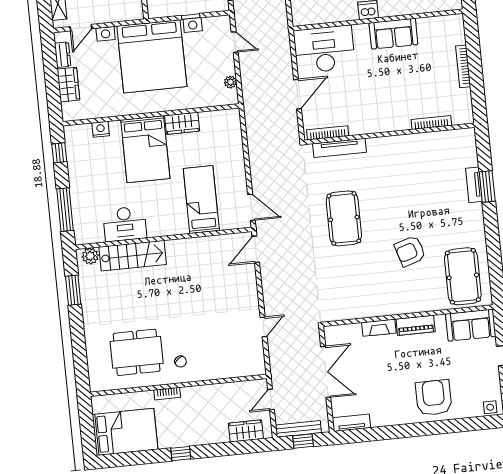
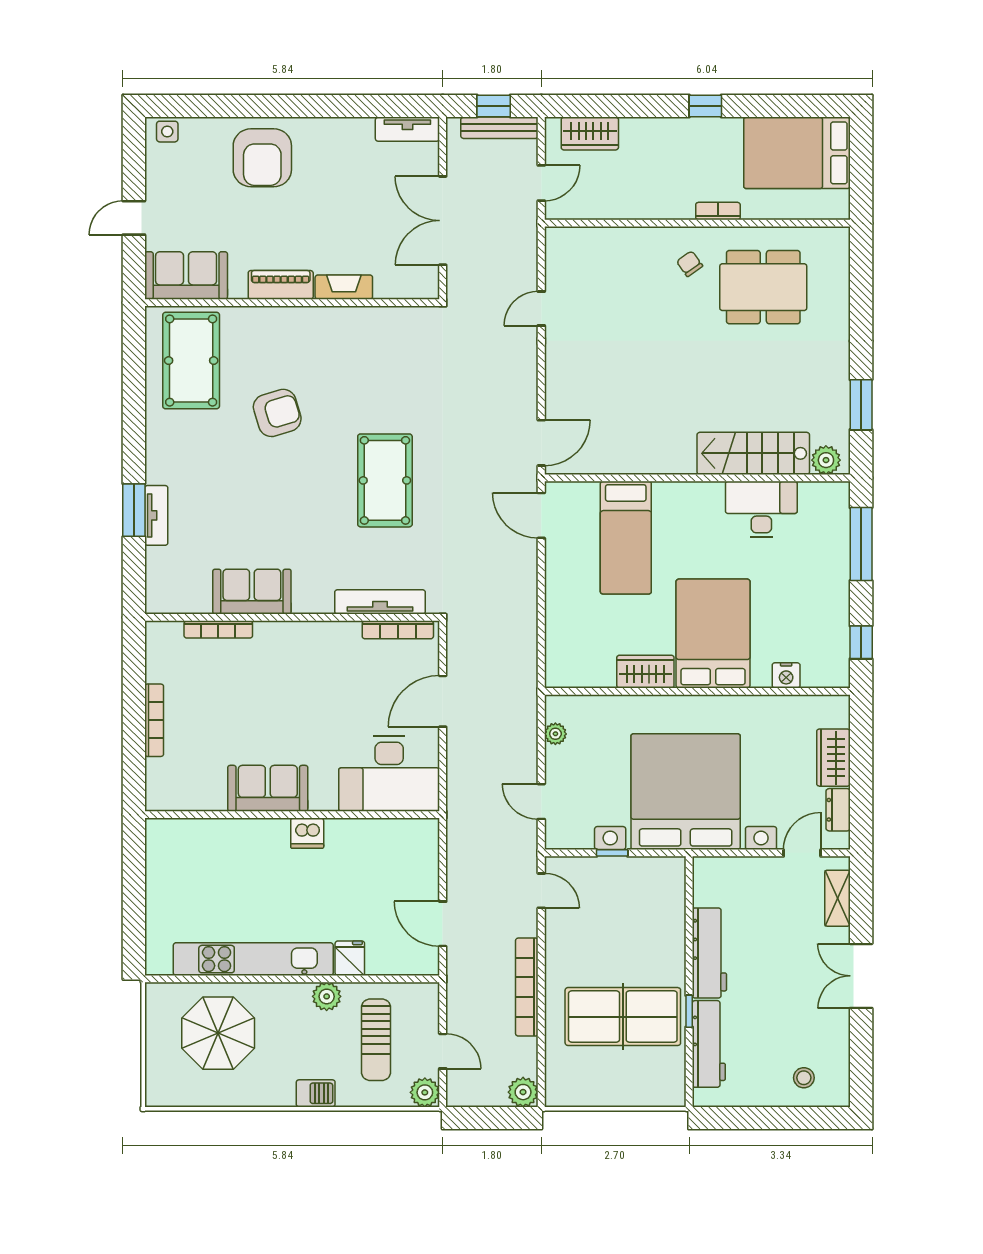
sofa: (414, 146) -> (252, 592), added

